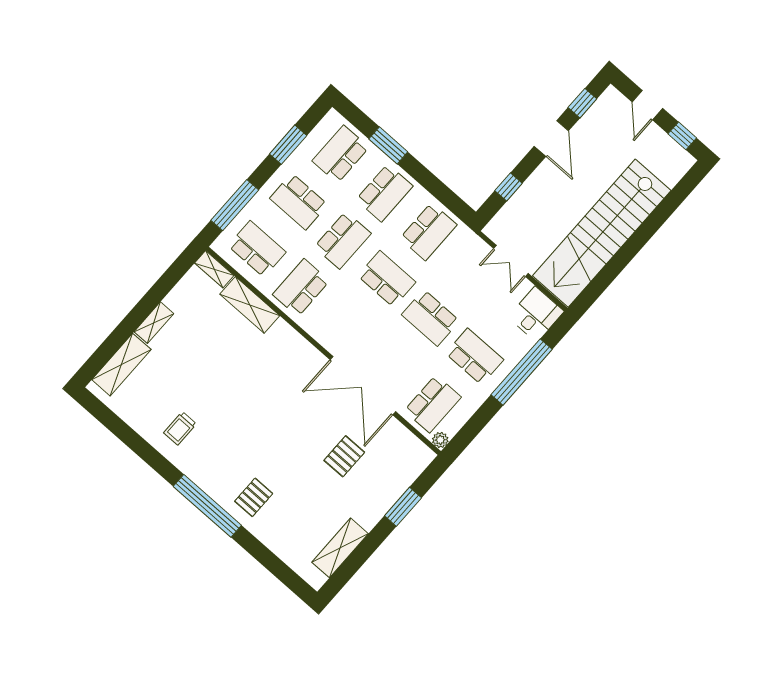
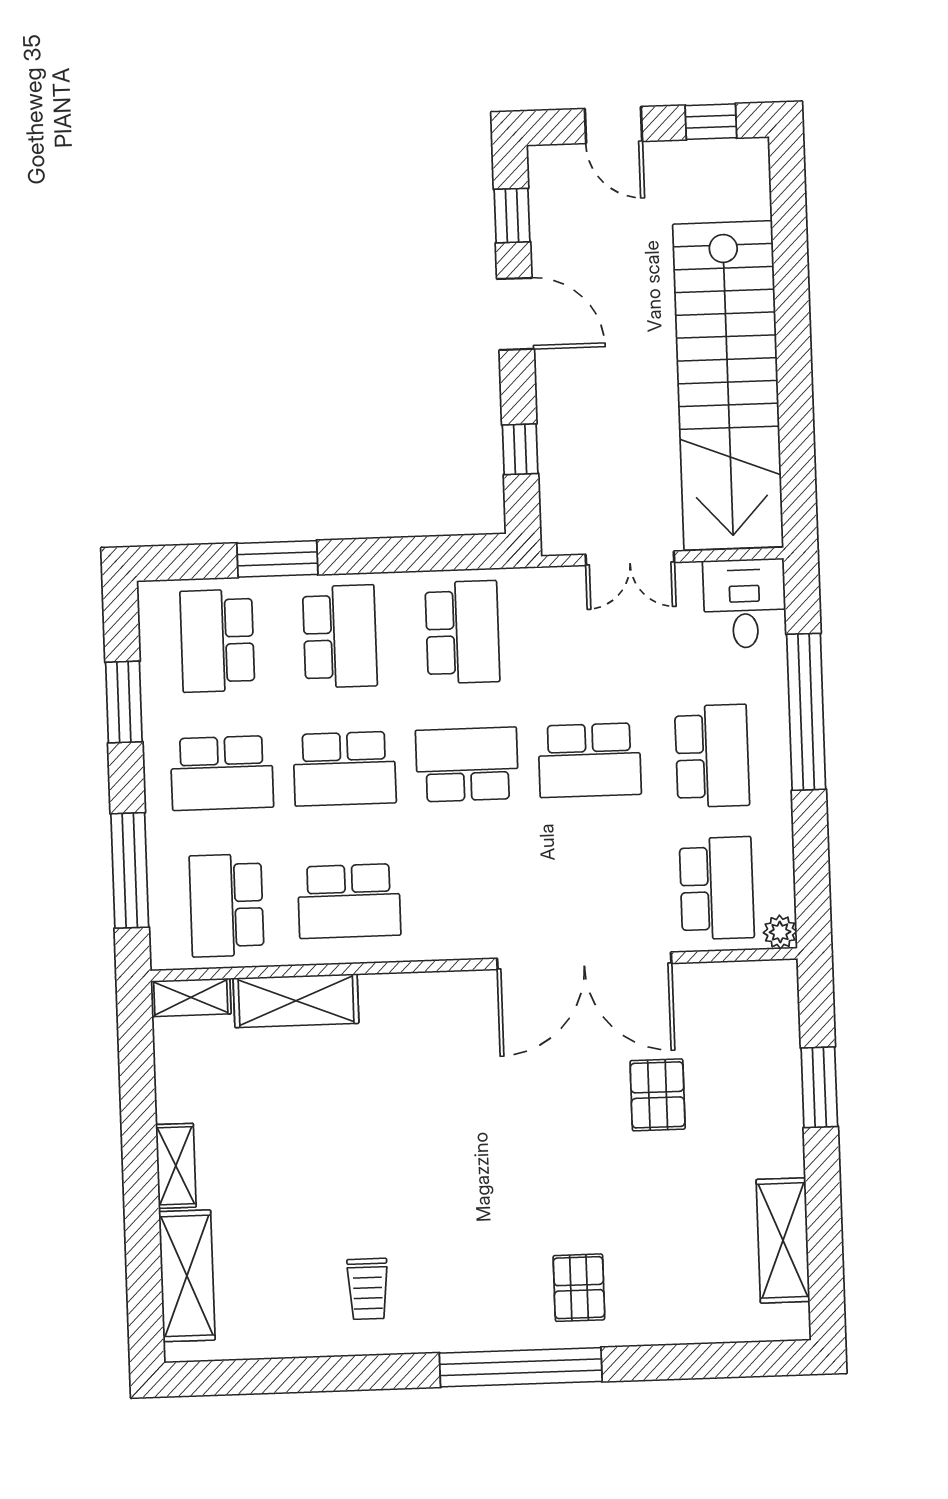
school desk: (343, 240) -> (344, 769), turned 90
school desk: (257, 249) -> (227, 905), turned -90
school desk: (301, 288) -> (349, 901), turned -90
school desk: (475, 356) -> (712, 756), turned 90

